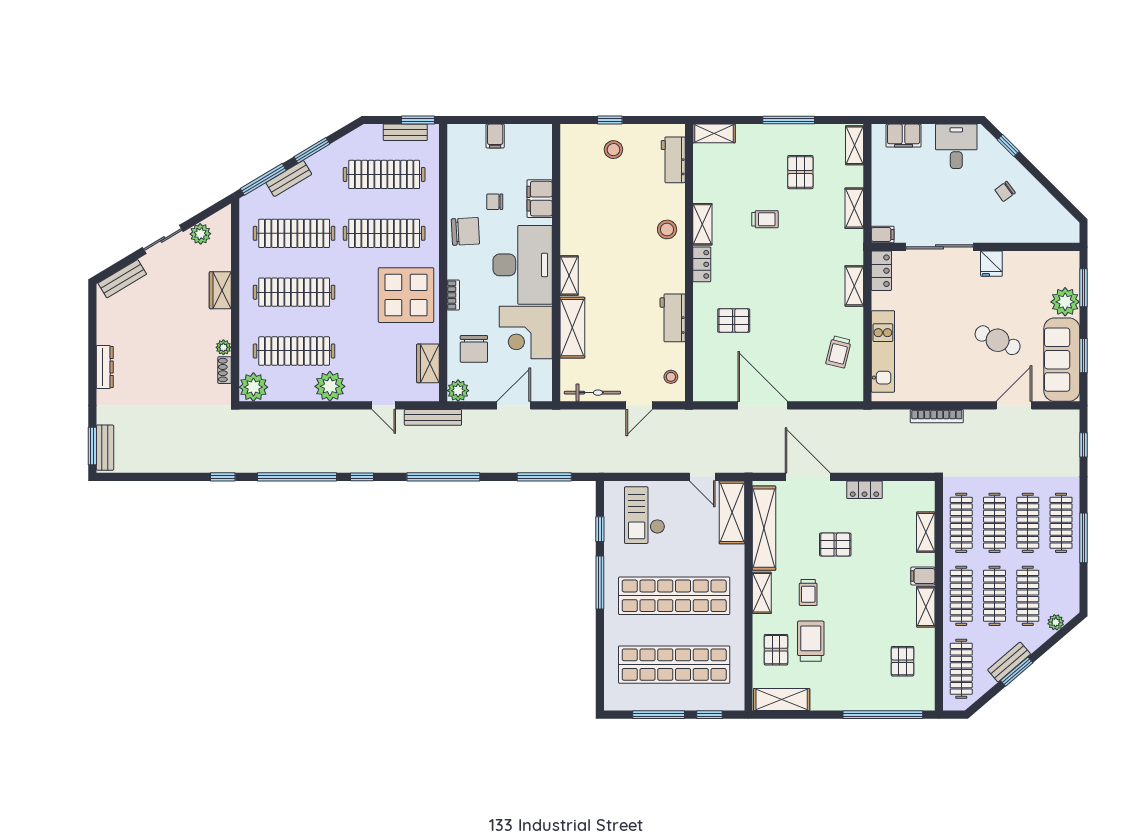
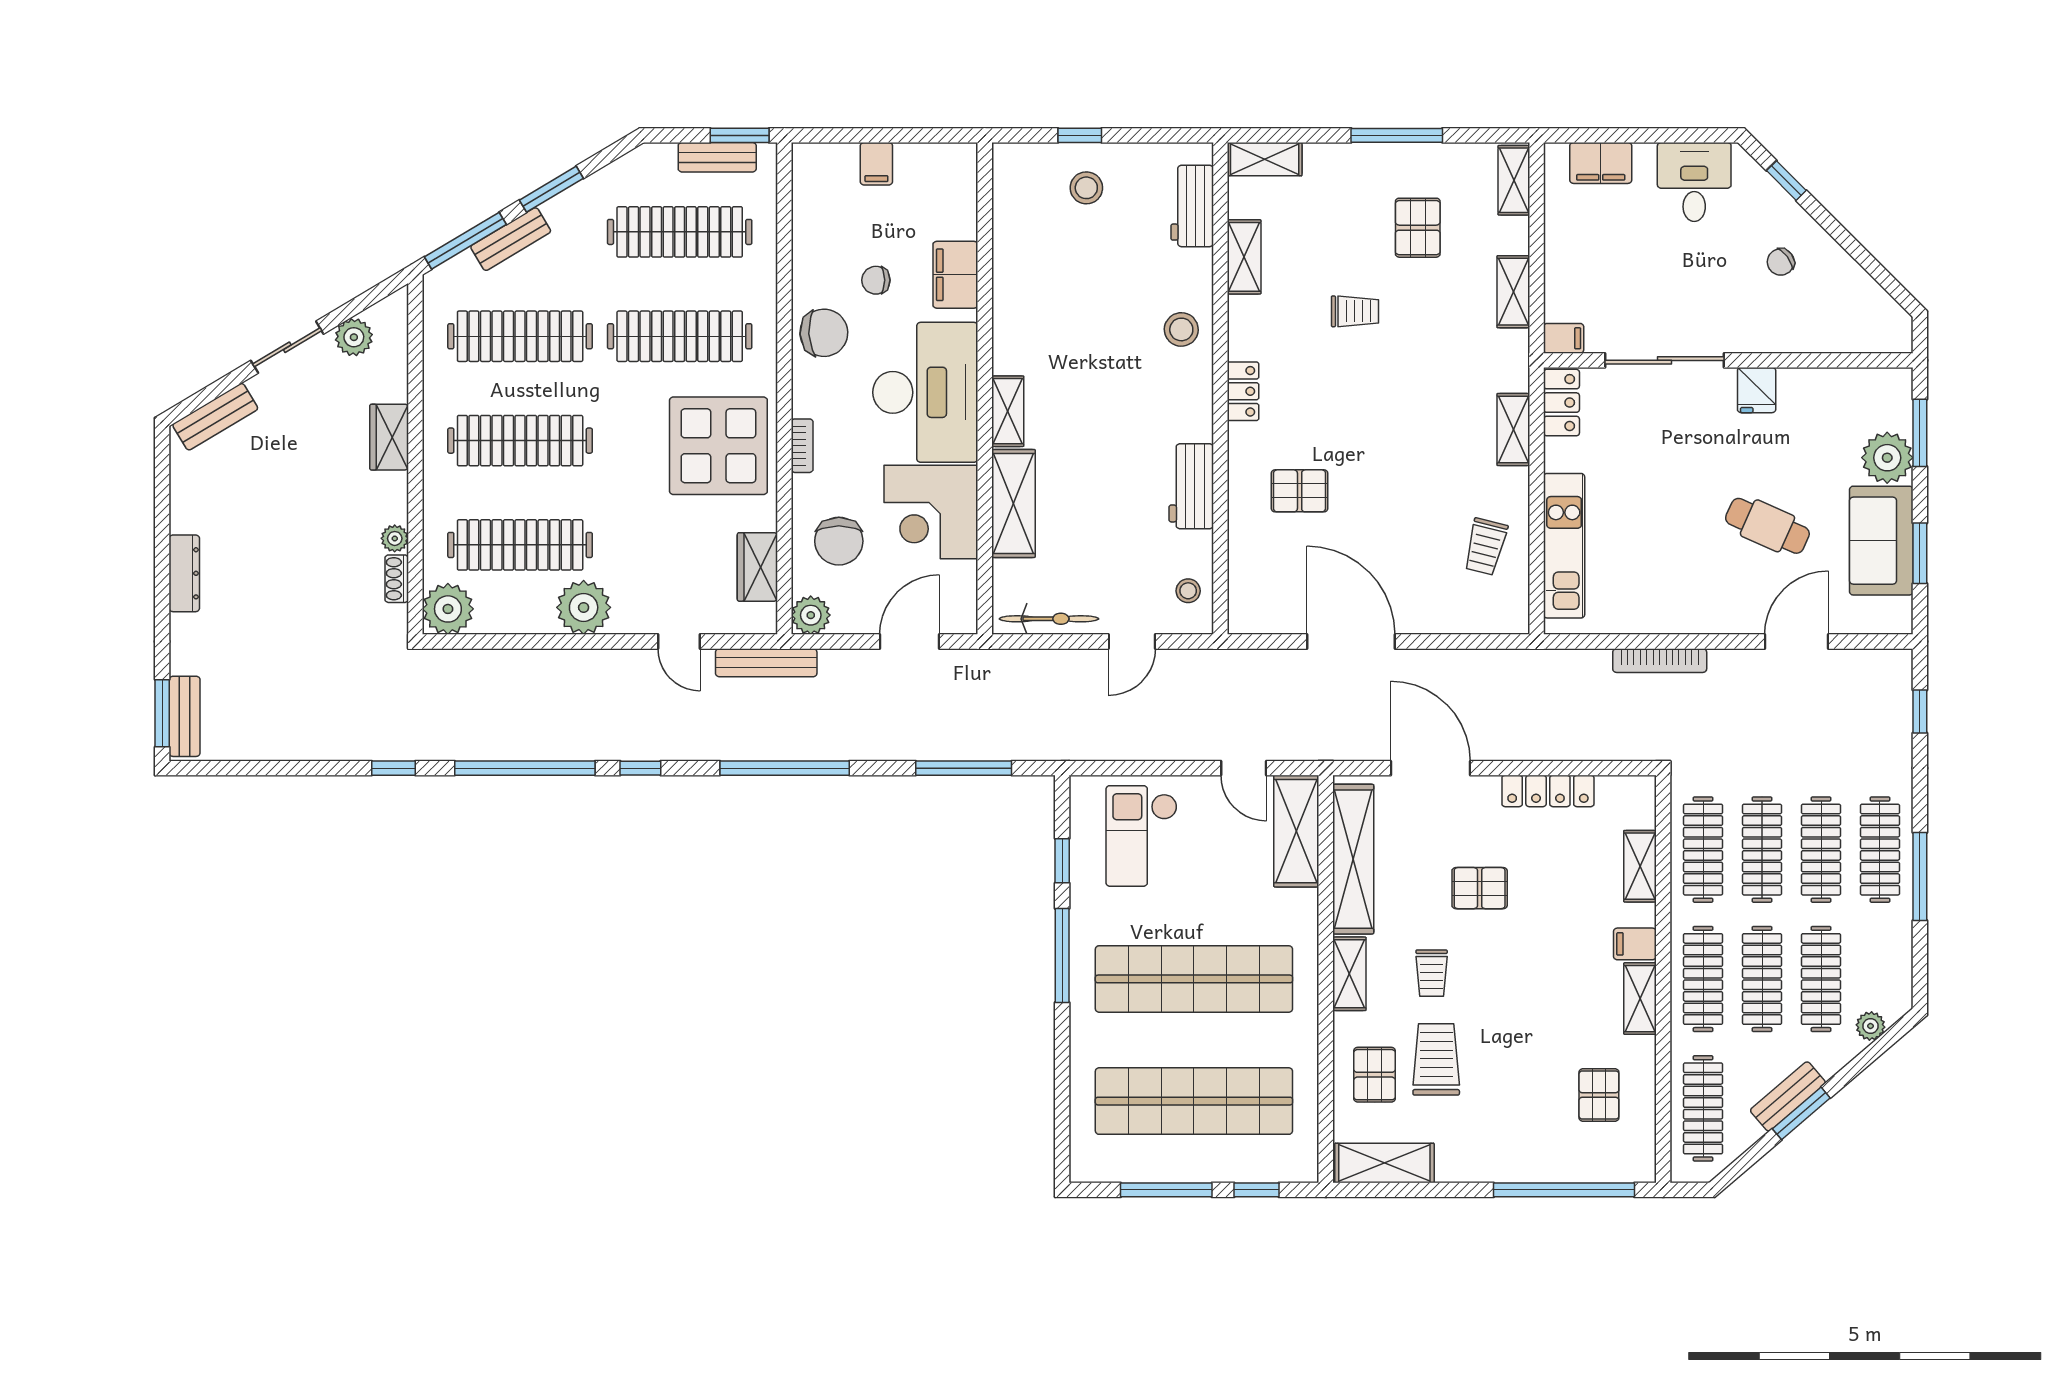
shelving: (702, 224) -> (1244, 257), moved
sofa: (1062, 360) -> (1881, 541), width x0.73
locker: (865, 490) -> (1548, 791), width x1.53

